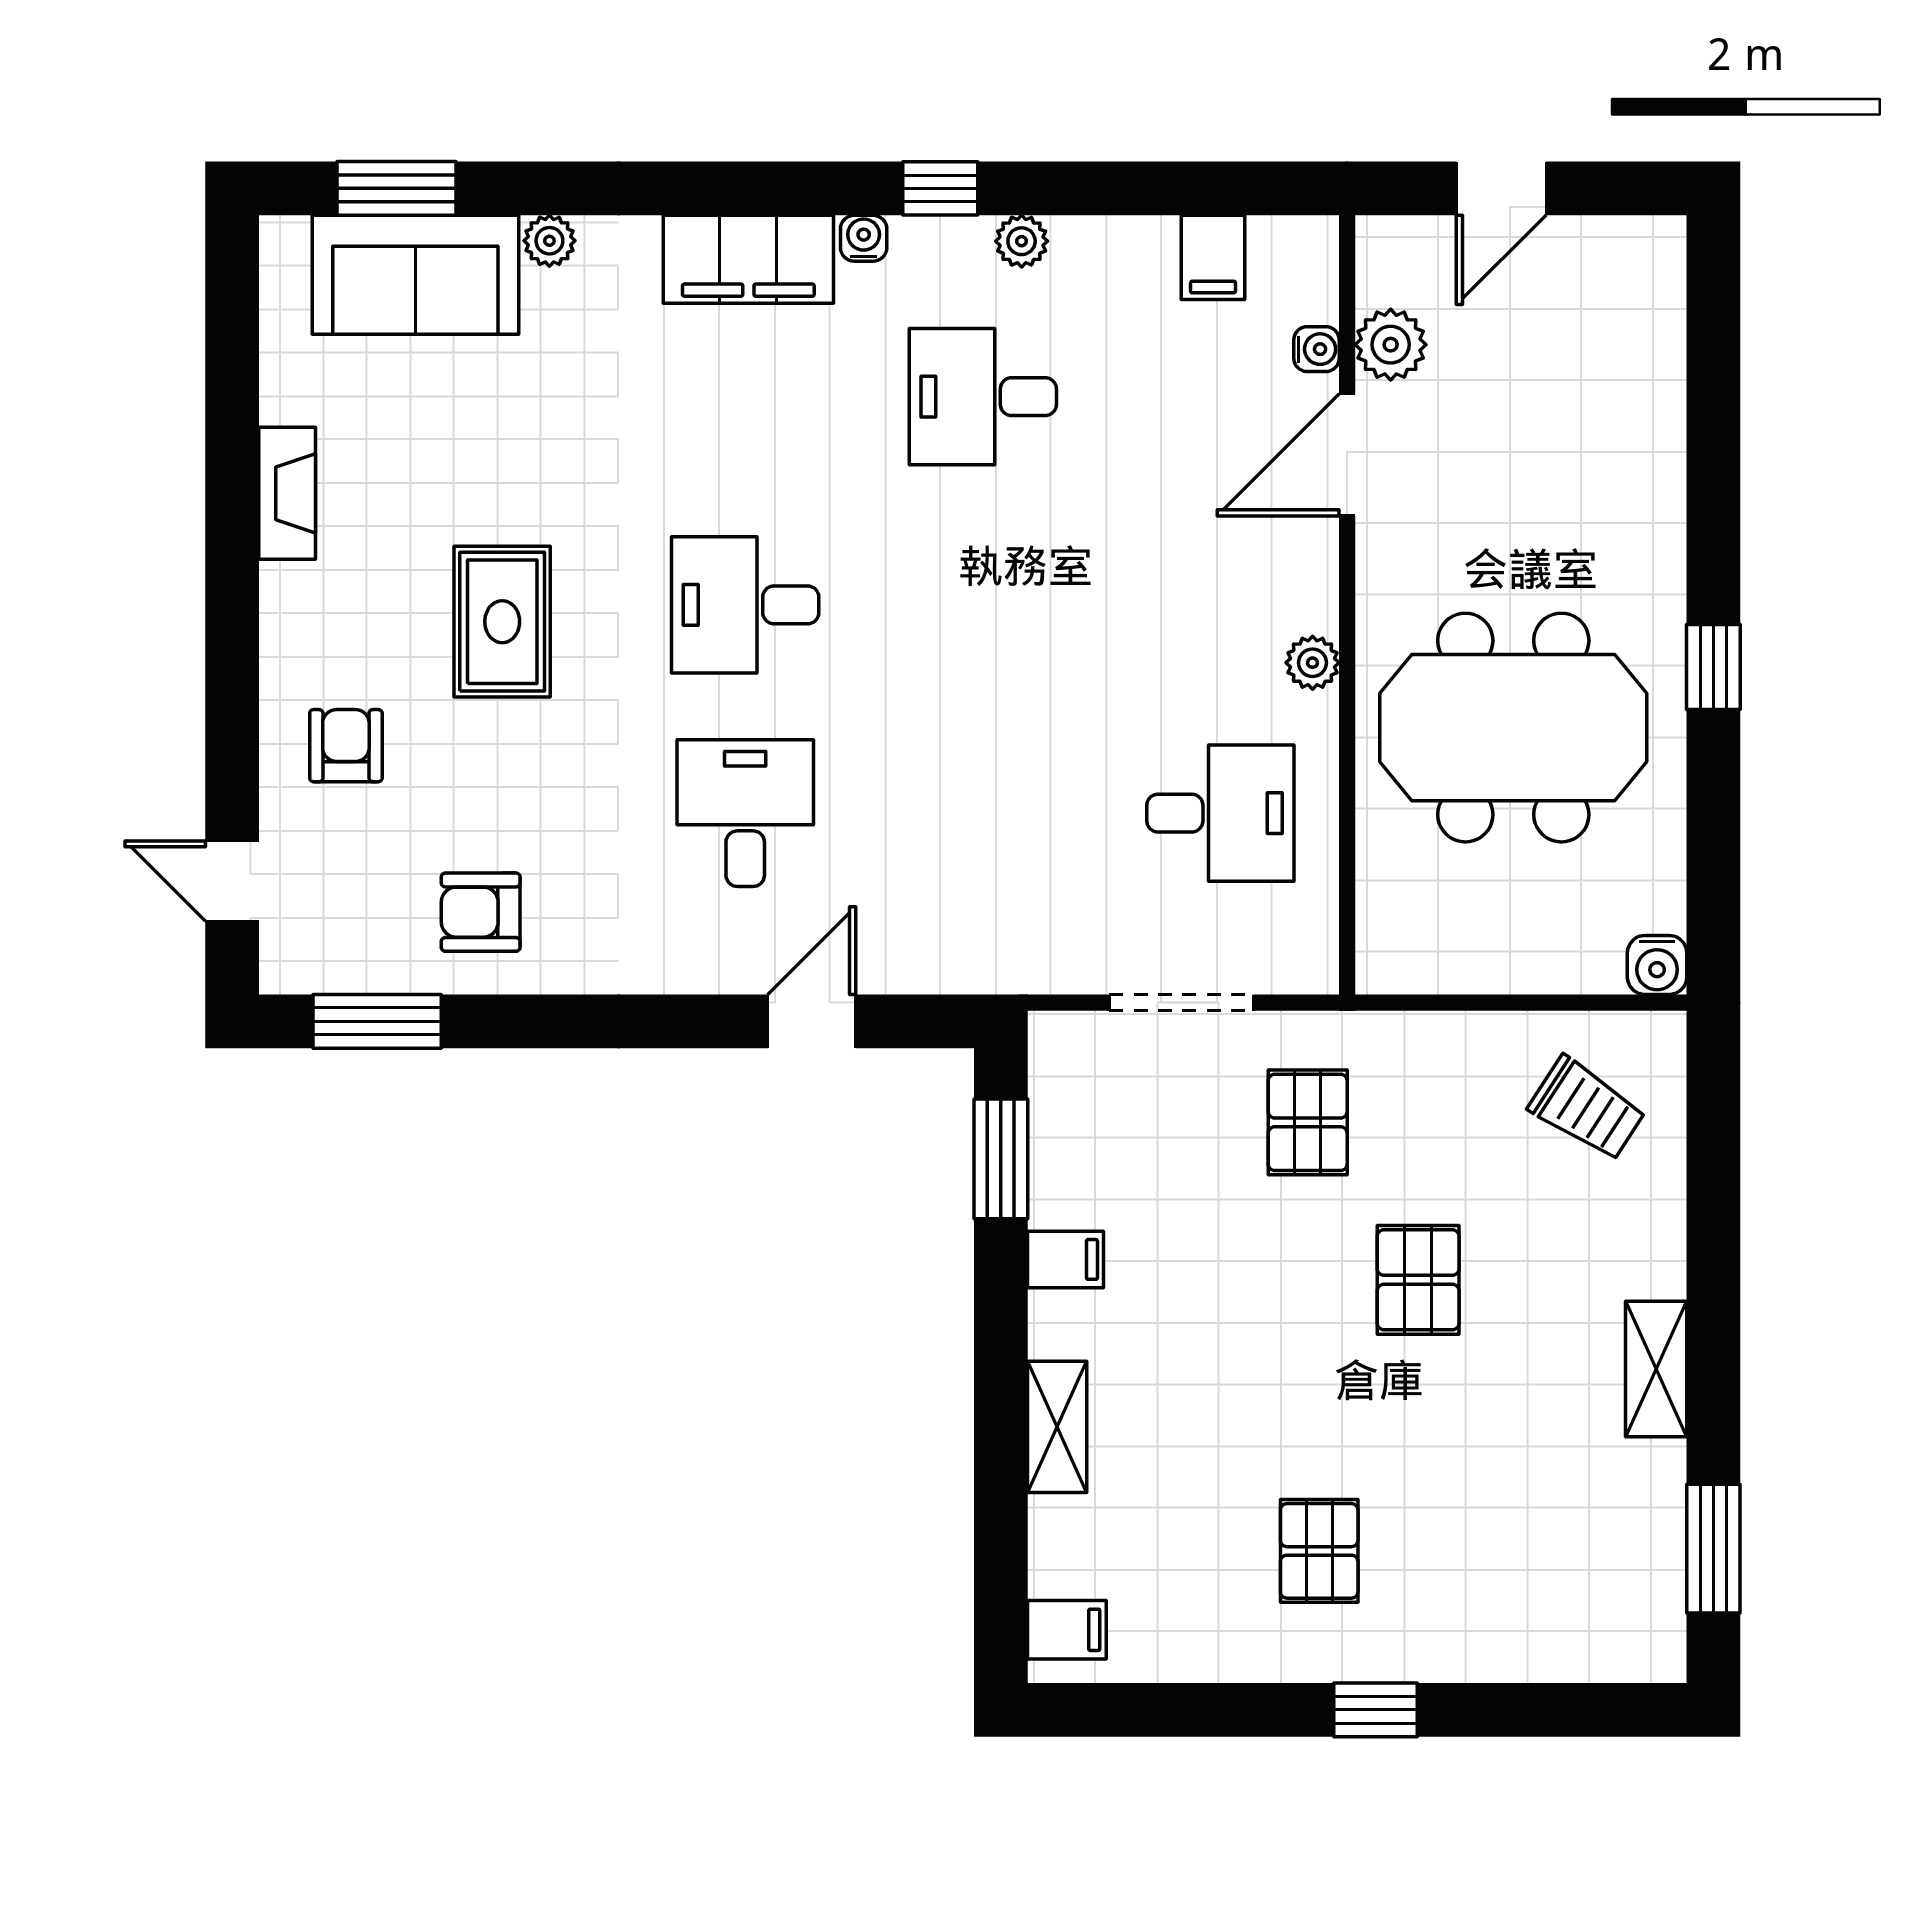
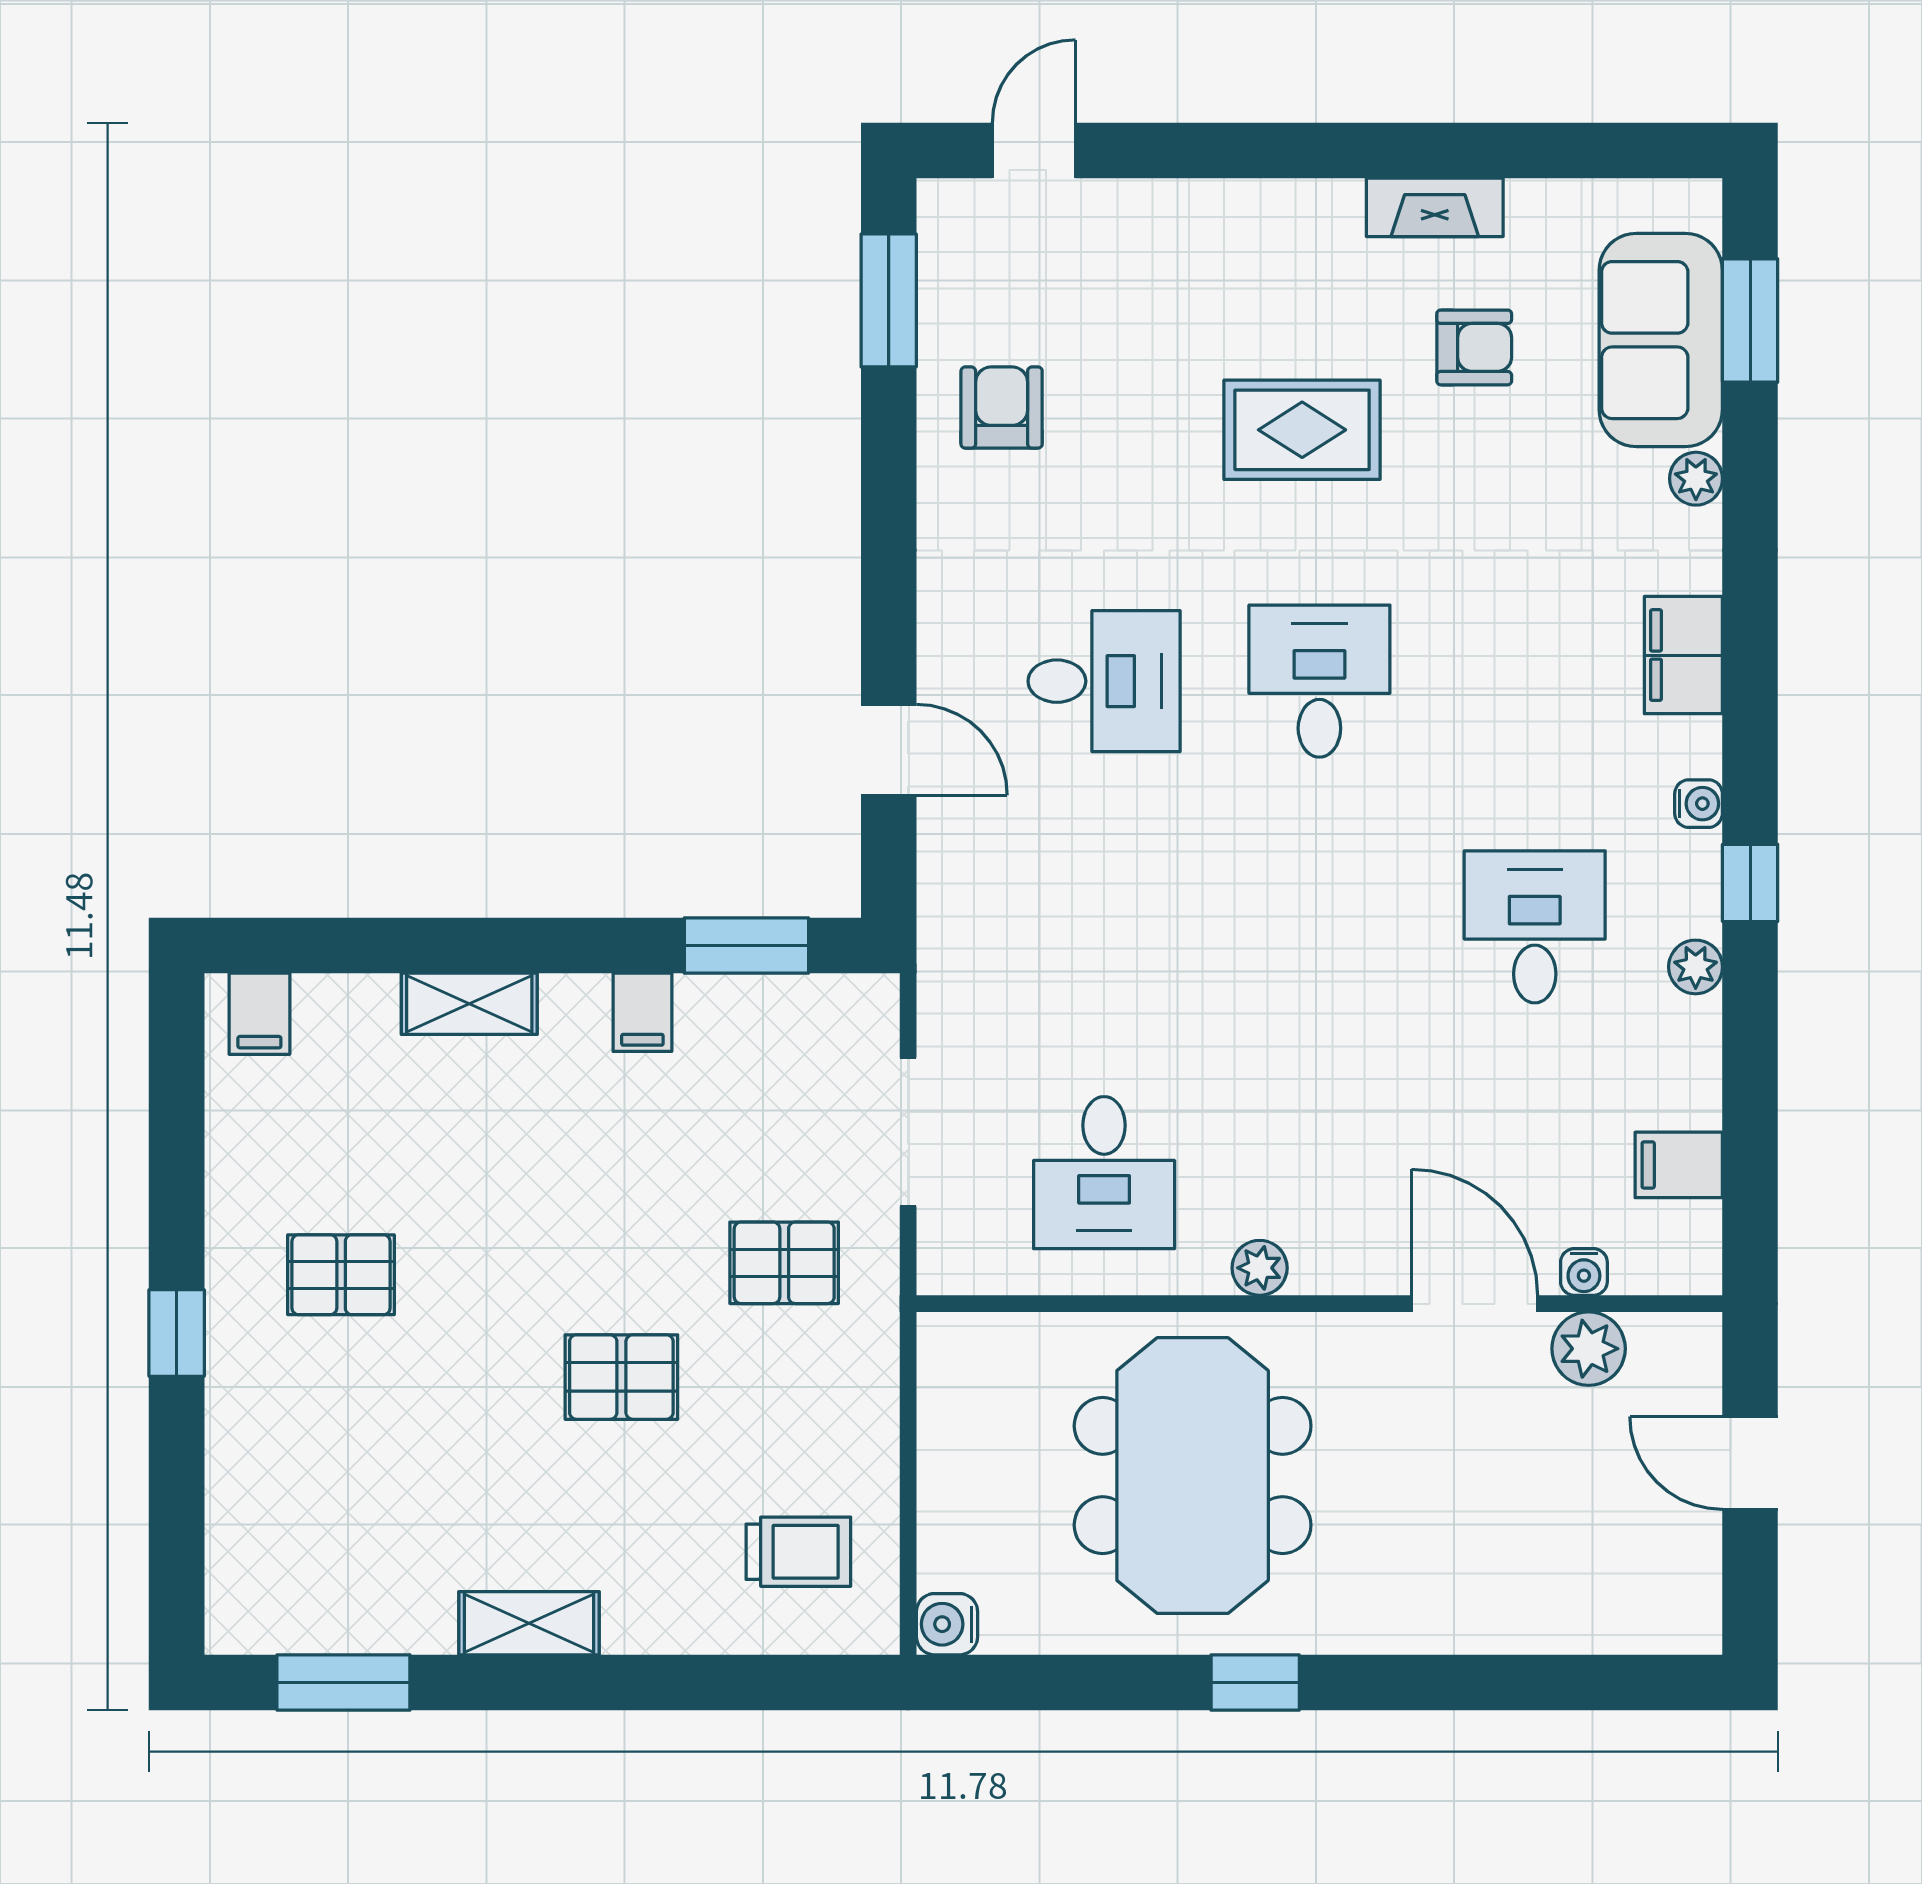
filing cabinet: (748, 259) -> (1683, 655), width x0.67, depth x0.86
armchair: (346, 746) -> (1474, 347), moved
trolley: (1587, 1109) -> (798, 1552), turned -123

